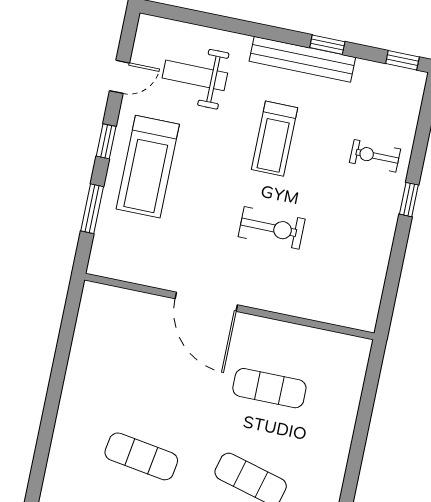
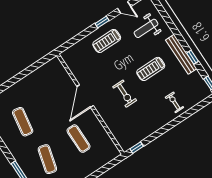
weight bench: (195, 75) -> (146, 28), turned -90
treadmill: (148, 167) -> (107, 41), width x0.73, depth x0.73
window: (409, 200) -> (137, 148), moved
window: (92, 209) -> (79, 37), removed

